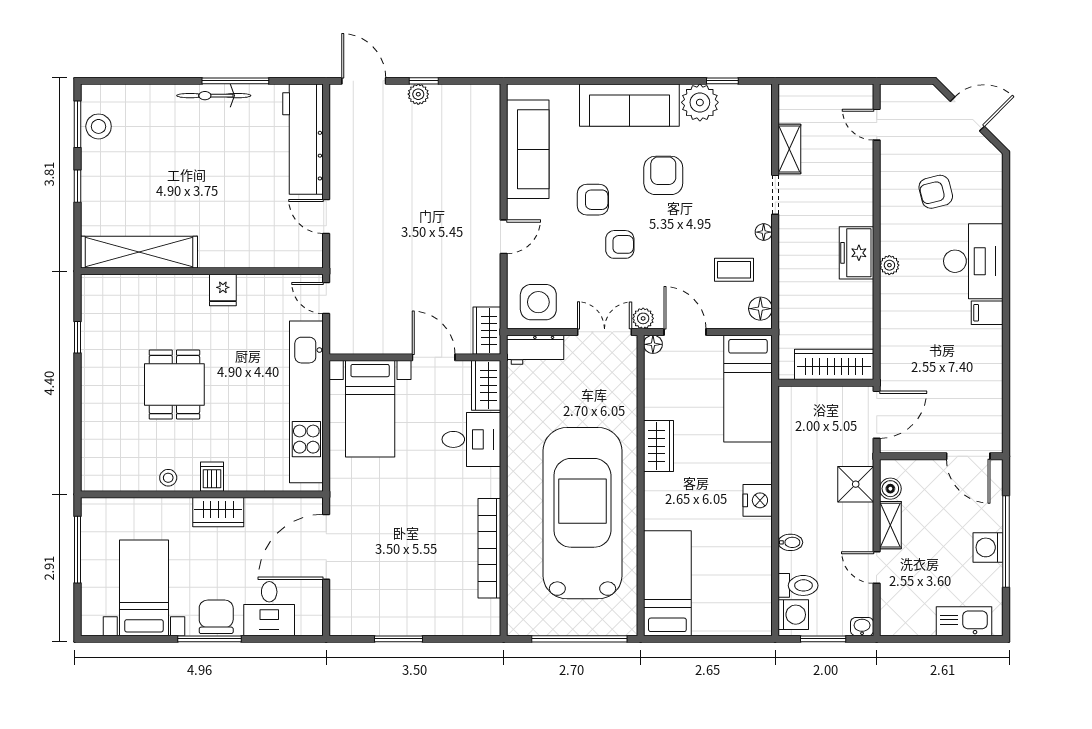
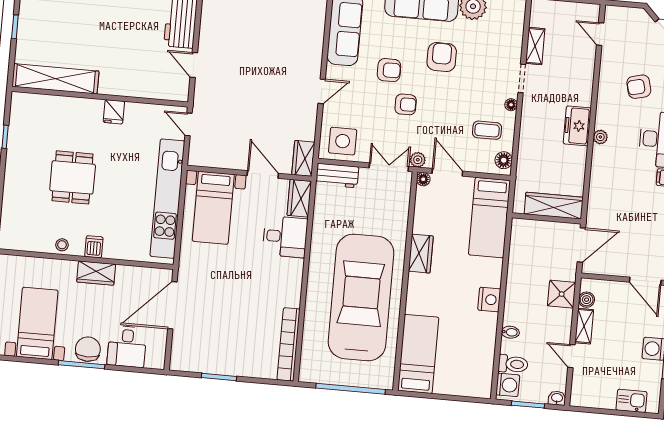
bookcase: (489, 548) -> (289, 344), moved
kitchen sink: (964, 621) -> (631, 401), width x0.73

